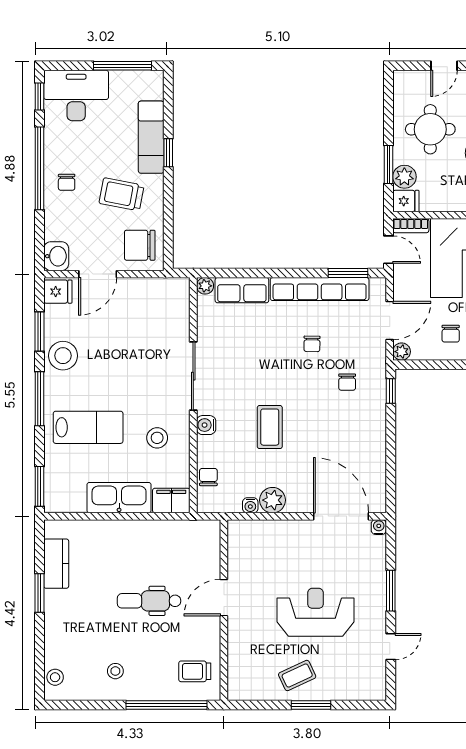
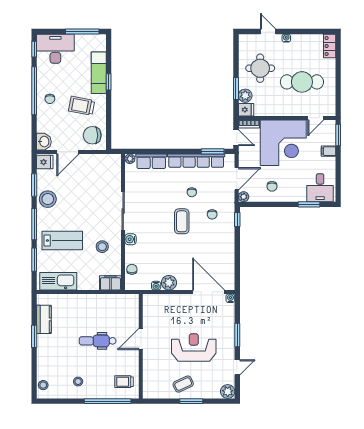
door: (444, 66) -> (268, 31), swing flipped
coffee table: (270, 427) -> (182, 221), moved
window: (39, 486) -> (34, 260), moved
kitchen sink: (119, 498) -> (58, 281), moved
plant: (374, 688) -> (228, 392), added

